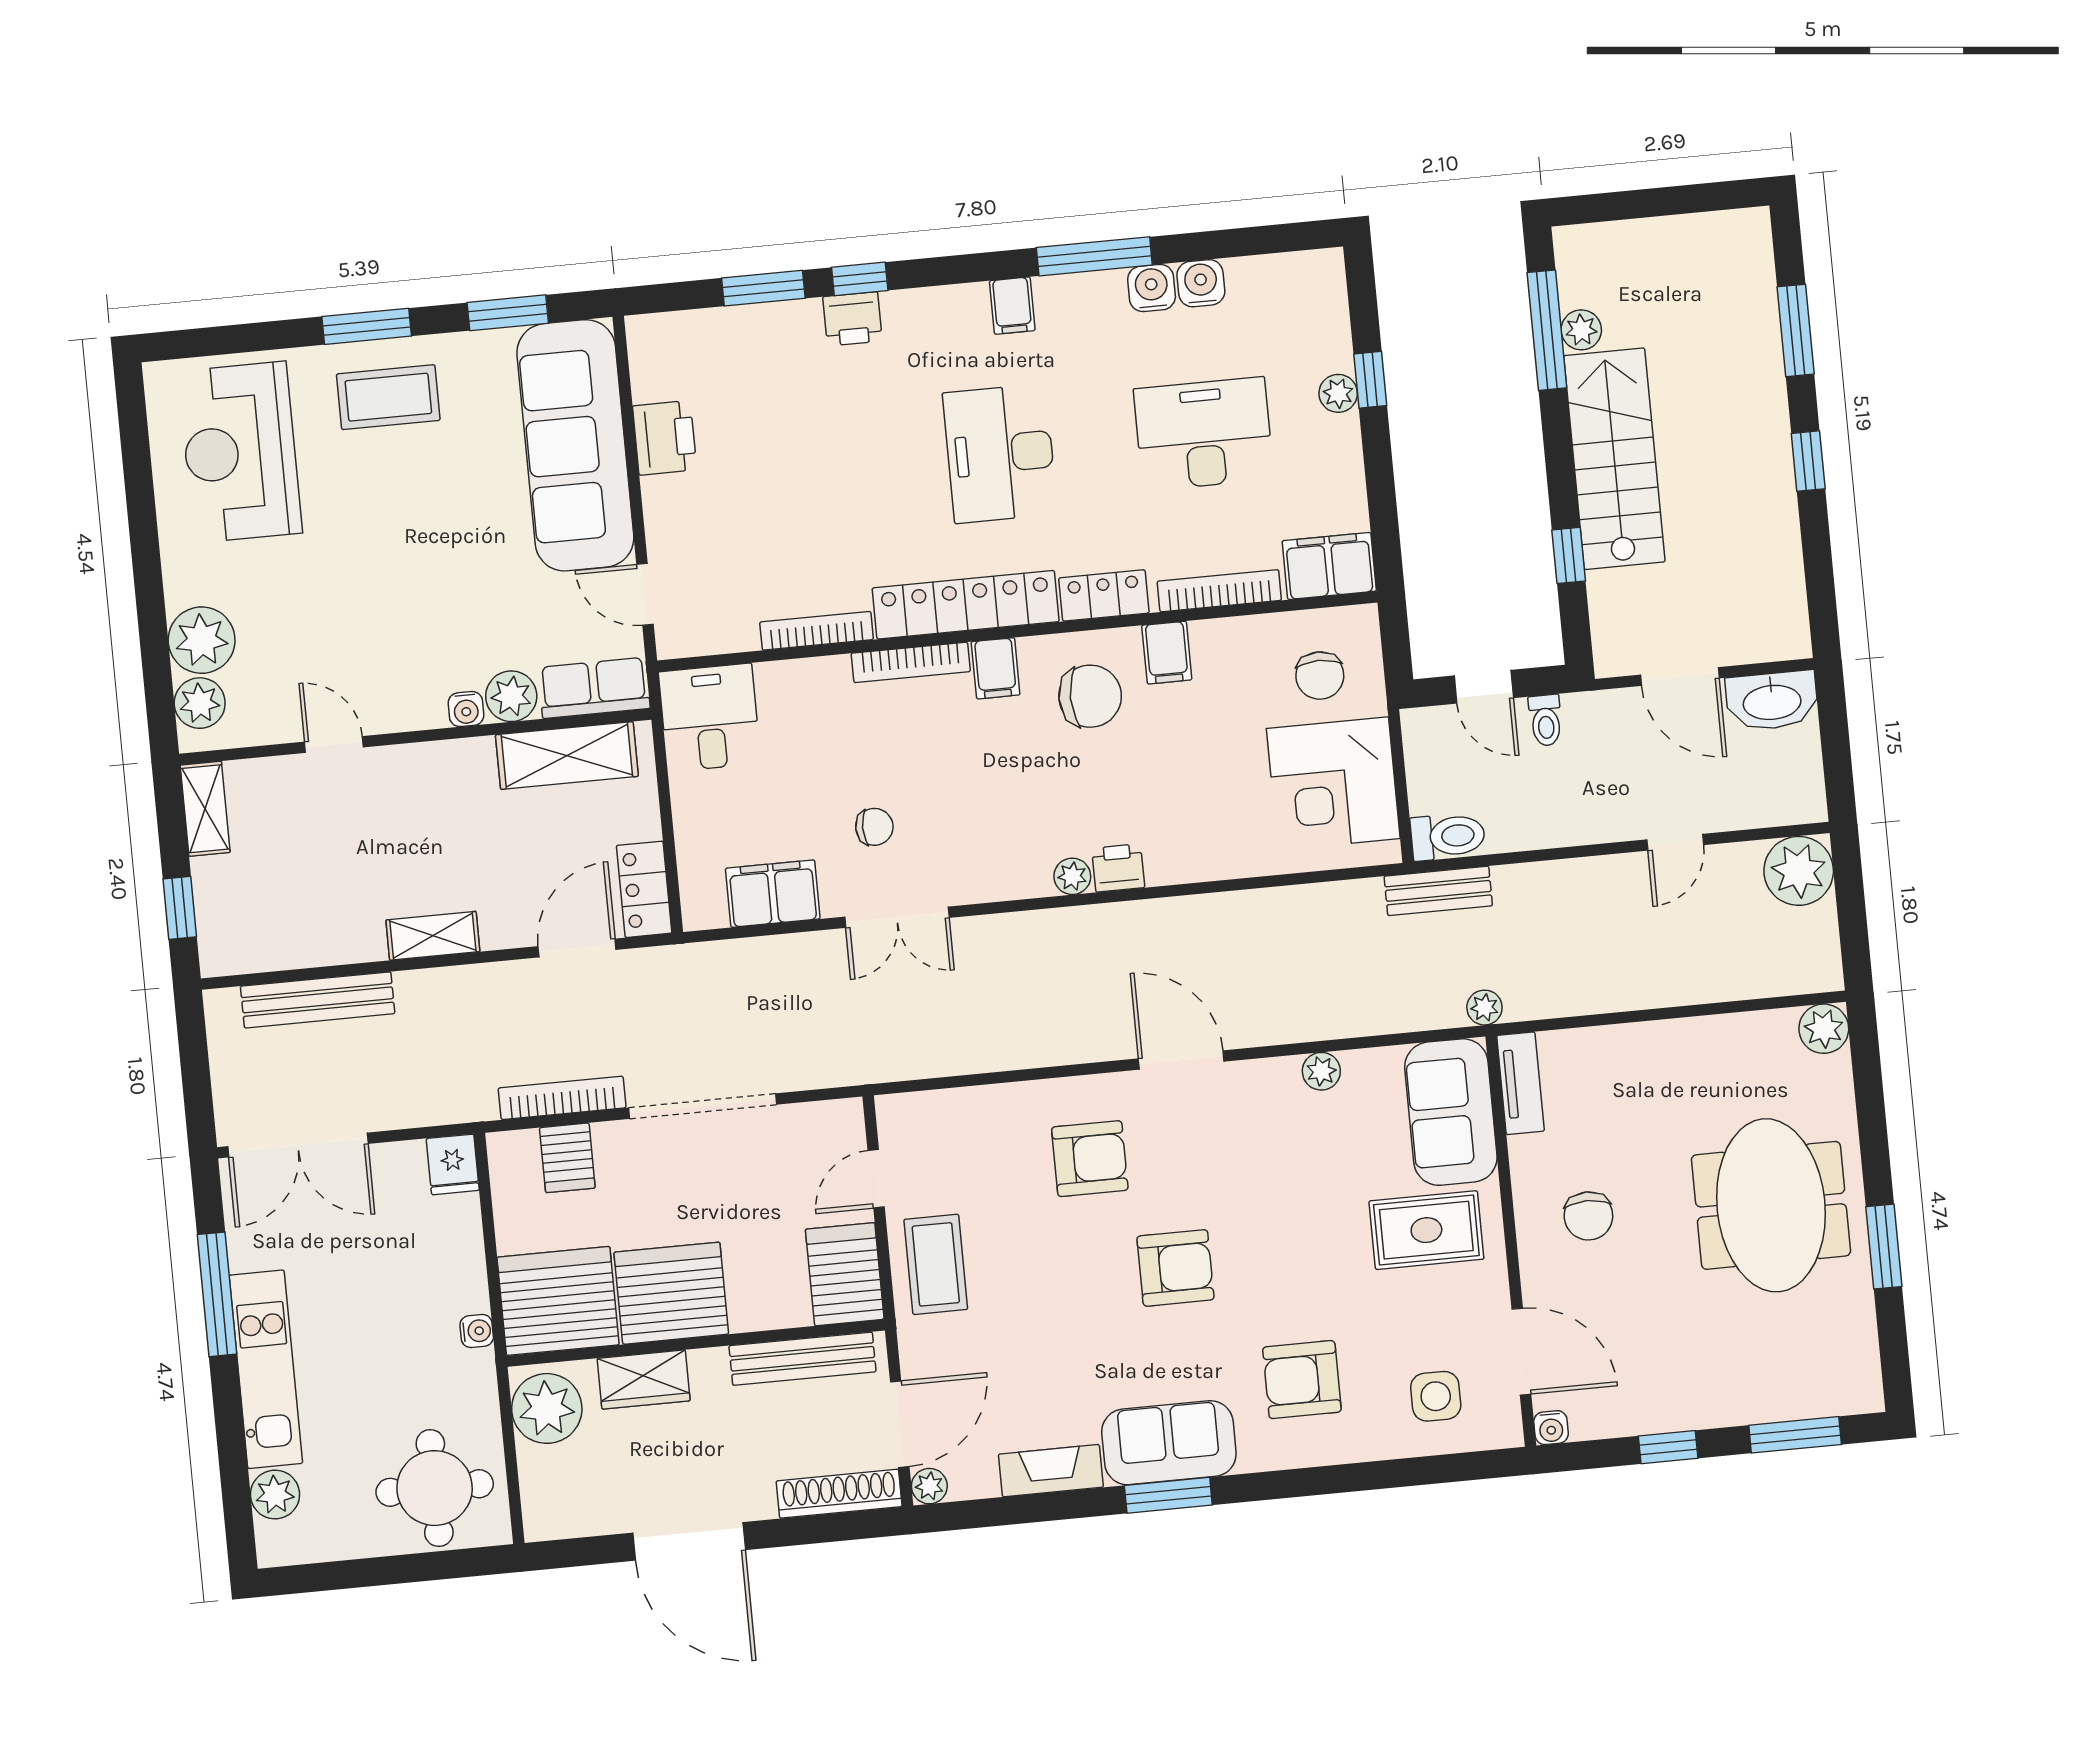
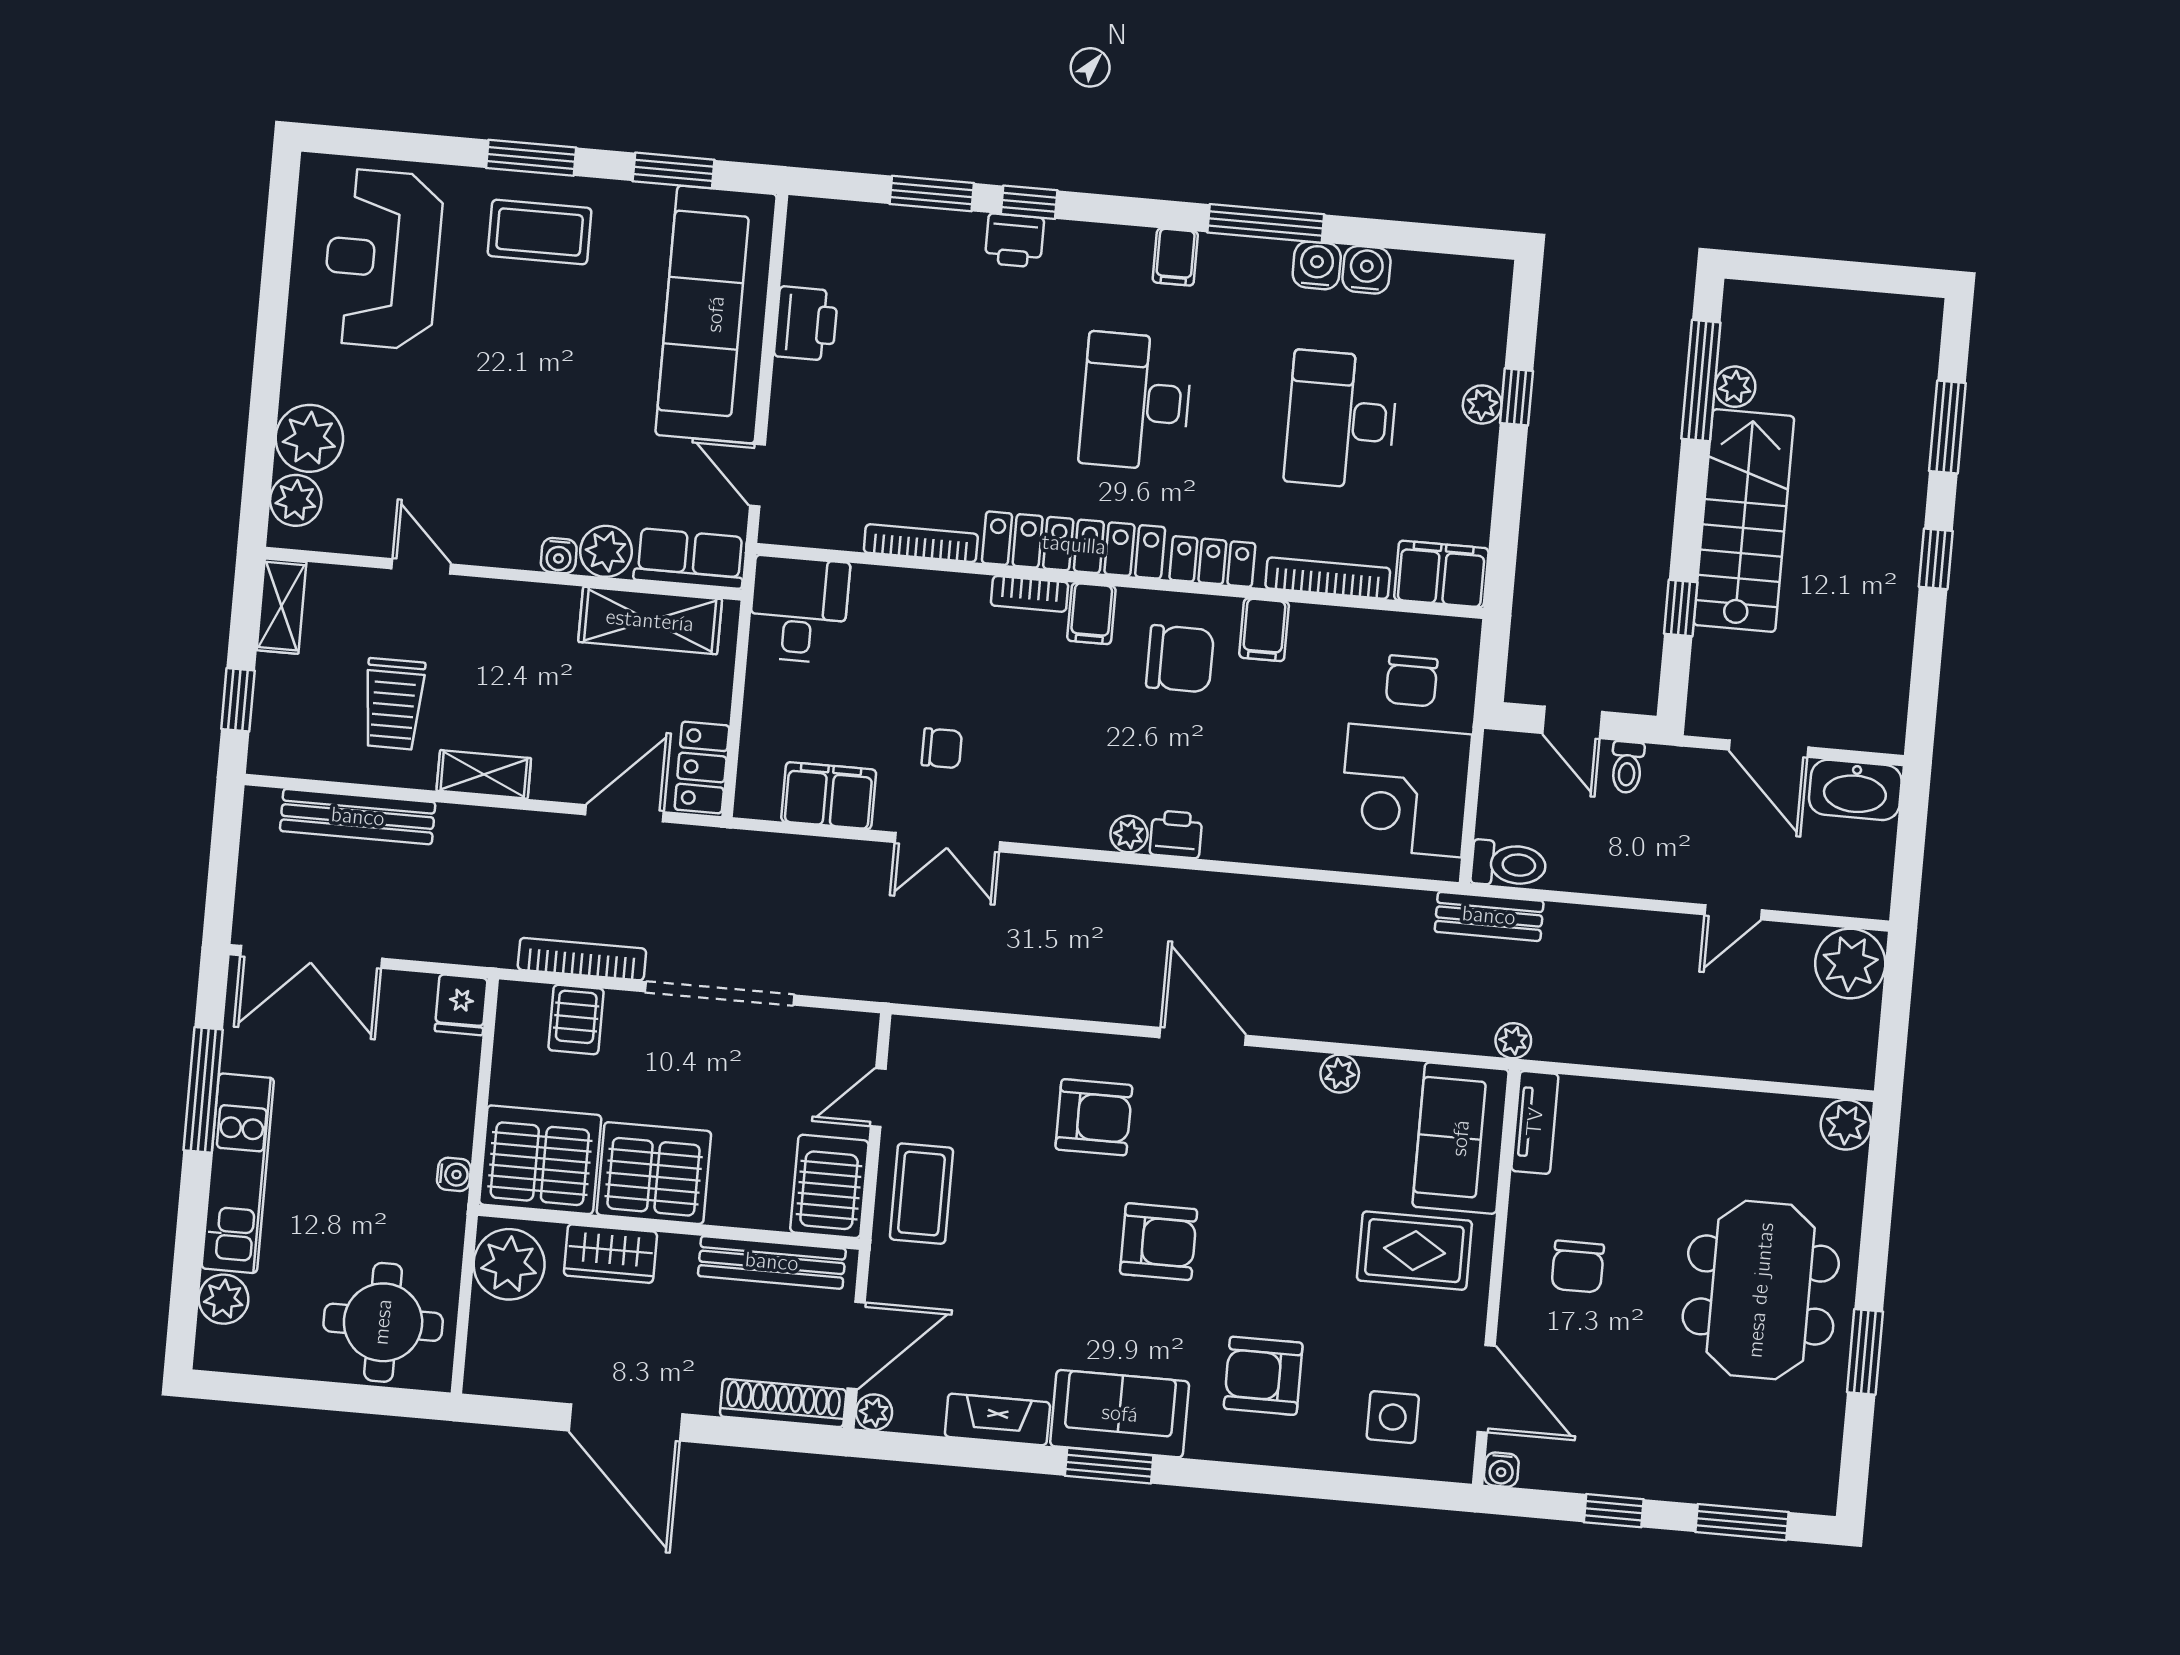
desk: (1204, 434) -> (1341, 420), turned -90
bookcase: (911, 662) -> (1030, 594), width x0.64
trolley: (332, 884) -> (393, 704), added

